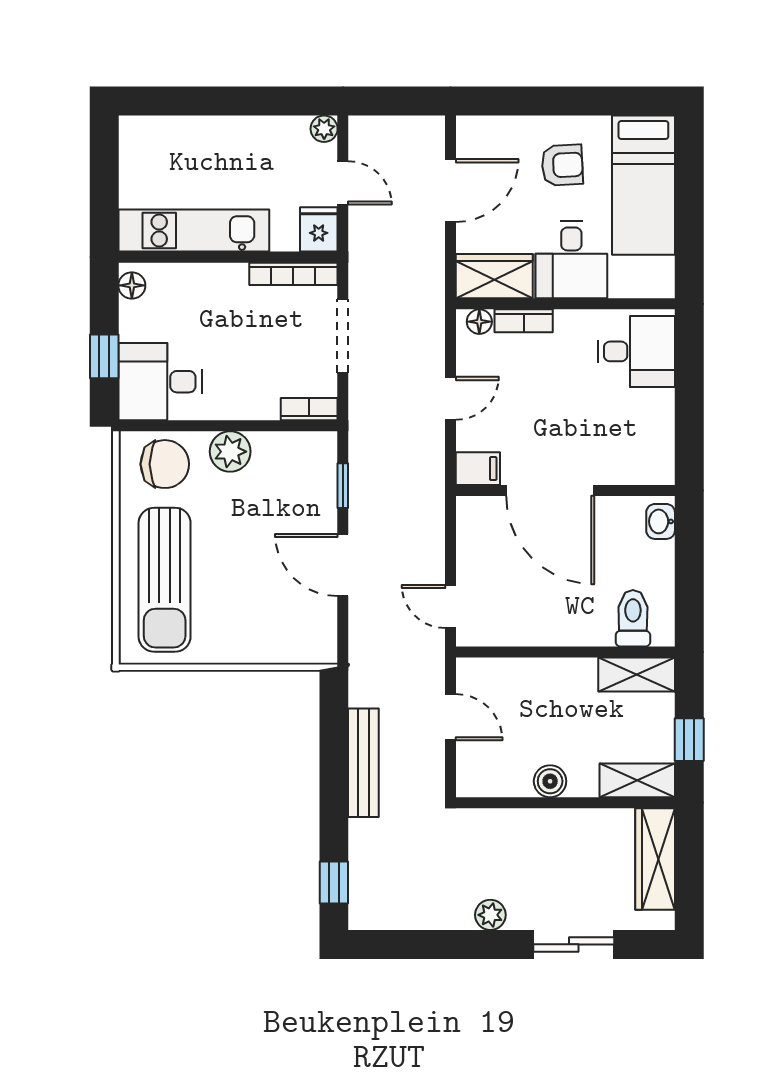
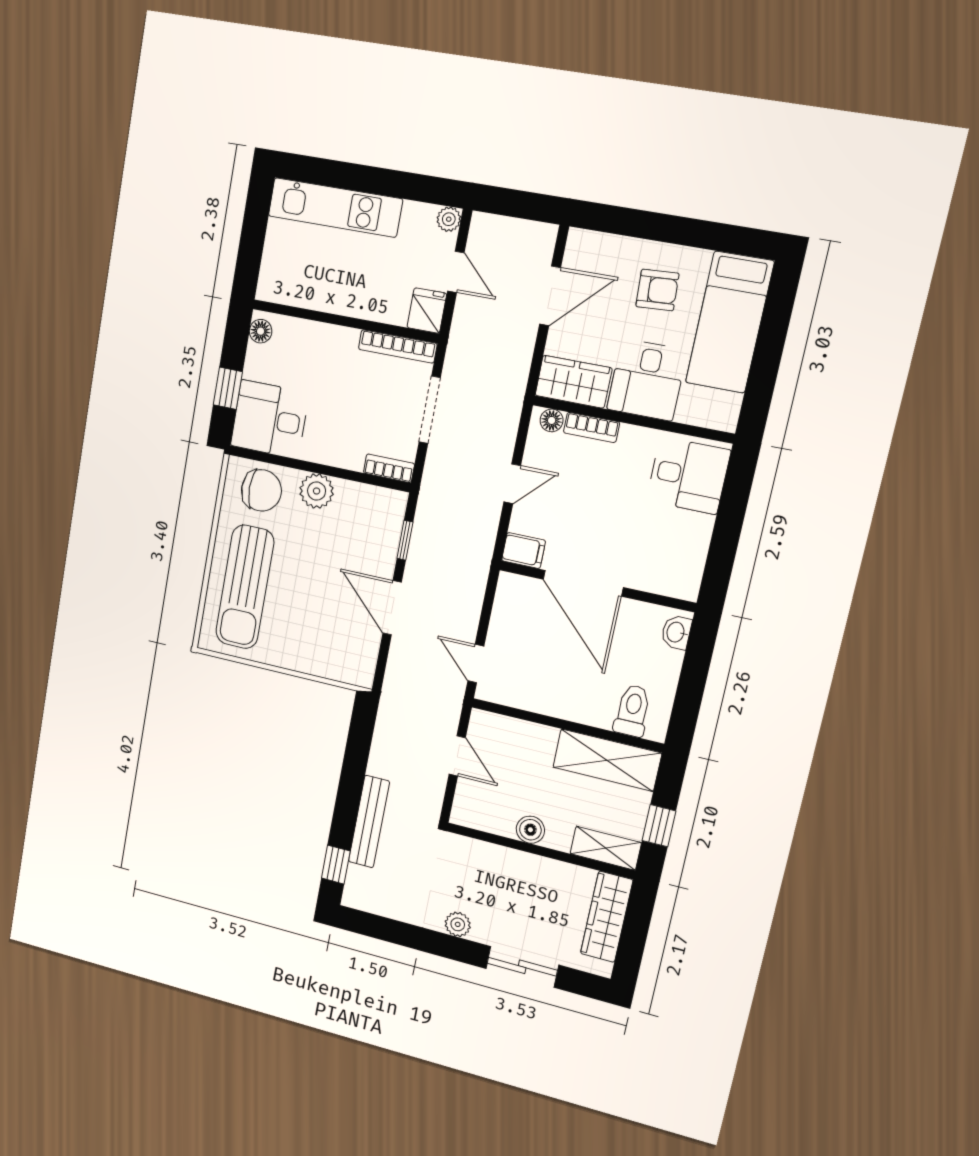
kitchen unit: (194, 231) -> (335, 207), moved, turned 180
shelving: (637, 675) -> (607, 760), width x1.50, depth x1.33
bench: (363, 763) -> (369, 822), moved

